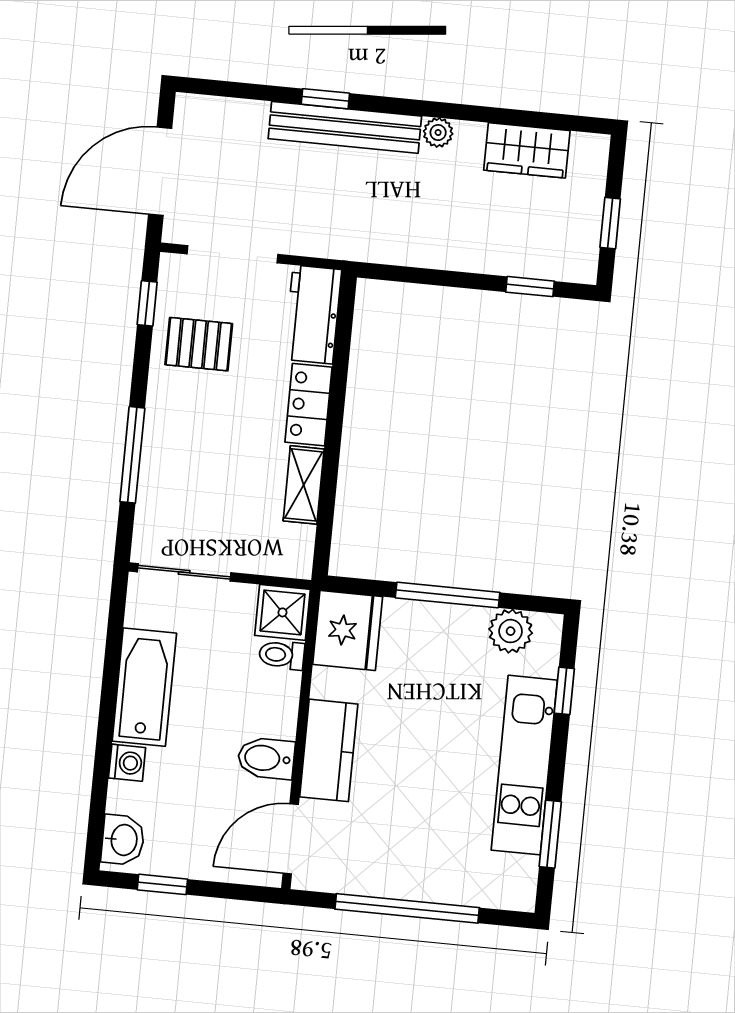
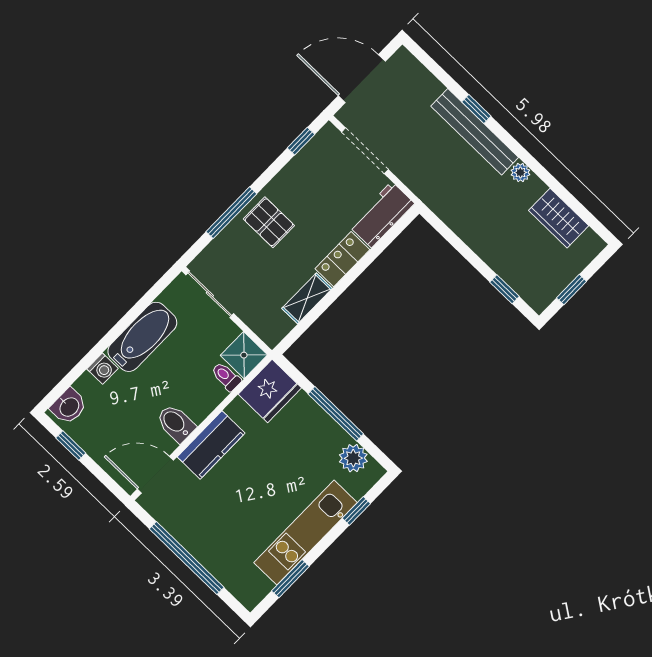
pallet: (199, 344) -> (269, 222), moved

